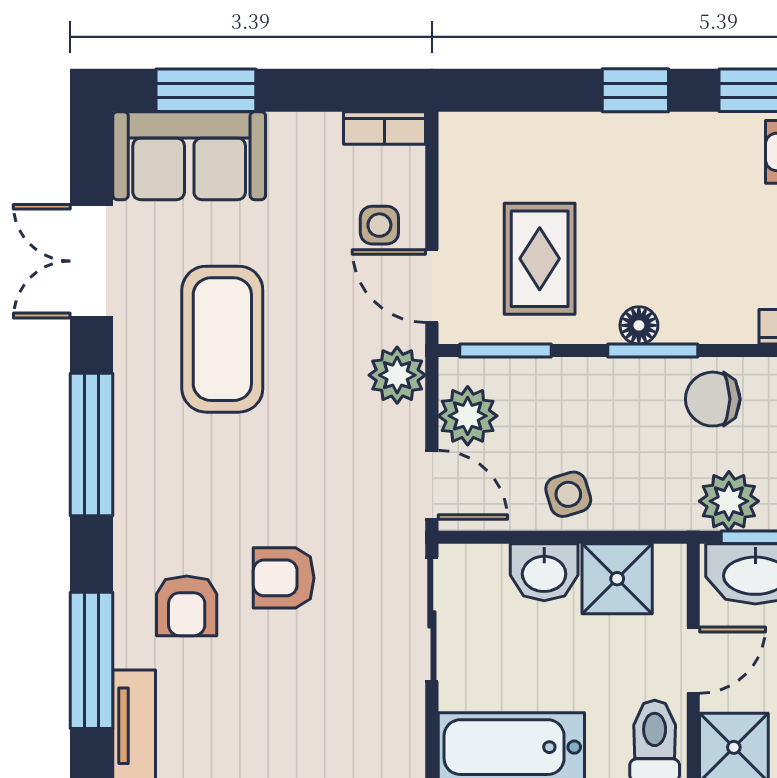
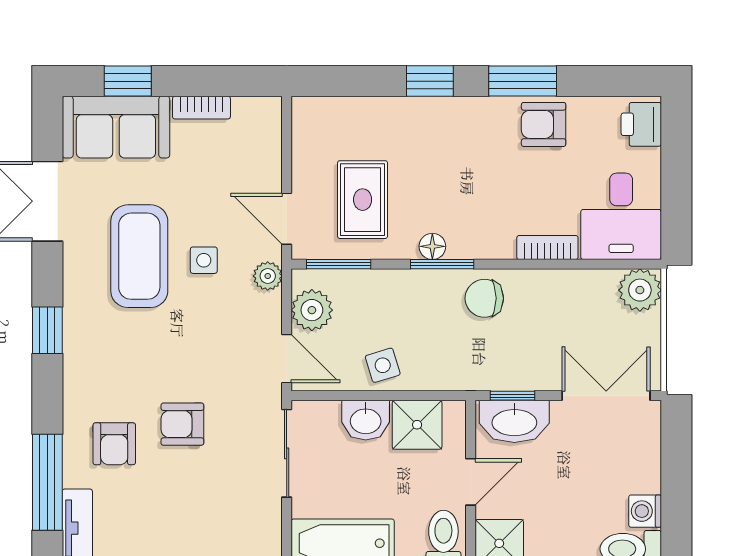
window: (206, 90) -> (128, 81), width x0.67
bookcase: (385, 128) -> (201, 108), moved
side table: (379, 225) -> (204, 260), moved
plant: (397, 375) -> (268, 276), width x0.73, depth x0.73
window: (92, 444) -> (47, 330), width x0.46
plant: (729, 501) -> (496, 370), removed

